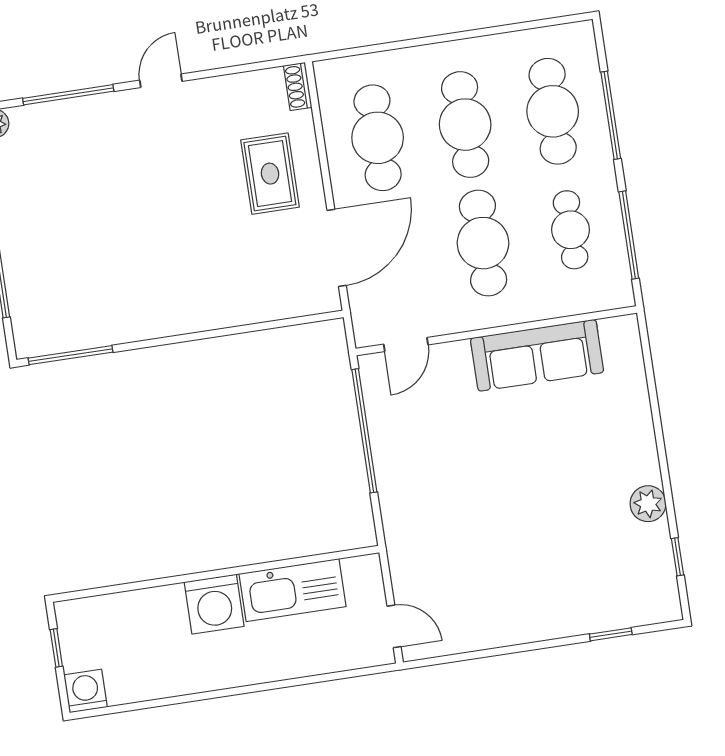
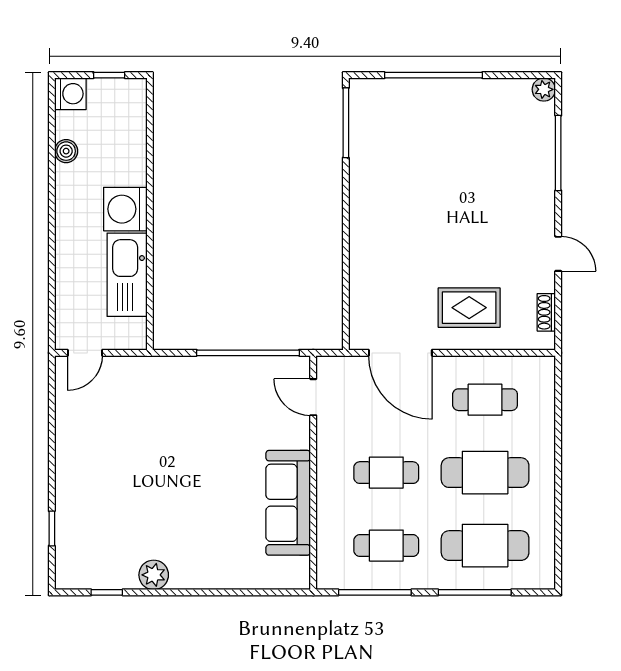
door: (161, 81) -> (558, 254), moved
shoe rack: (298, 86) -> (546, 312), moved, turned -90
cafe table: (378, 138) -> (485, 400), width x0.73, depth x0.74
cafe table: (483, 243) -> (386, 473), width x0.73, depth x0.74
boiler: (155, 686) -> (66, 151), added

